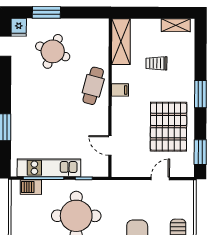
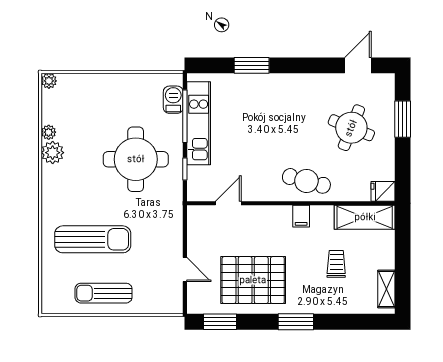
fridge: (19, 27) -> (383, 191), moved

